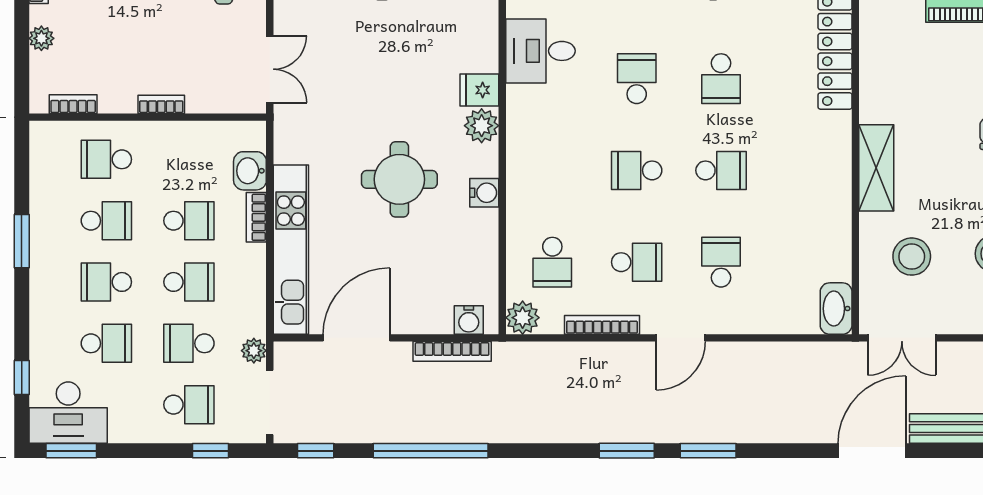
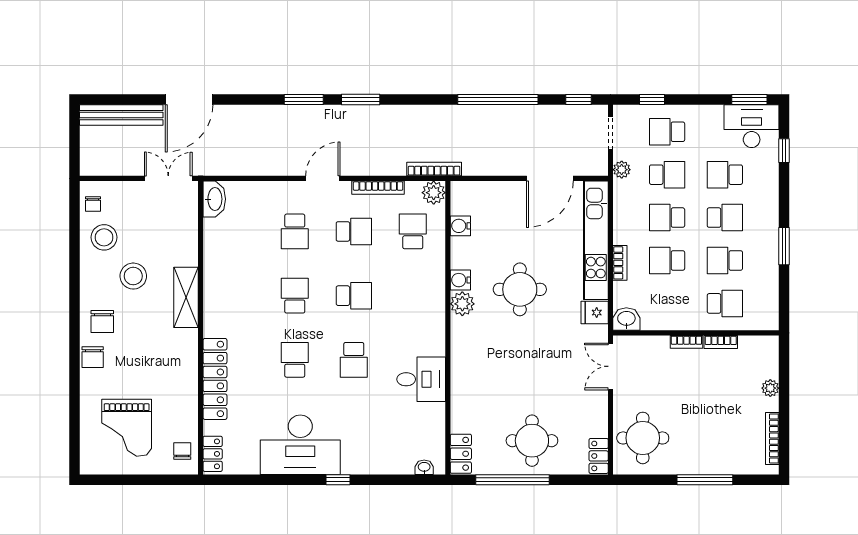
fridge: (479, 90) -> (595, 313), moved, turned 180
bookcase: (73, 104) -> (721, 342), moved
plant: (482, 126) -> (462, 304), moved
school desk: (721, 170) -> (295, 296), turned 90
washbasin: (250, 171) -> (626, 319), moved, turned -90
stool: (912, 257) -> (133, 276), moved
school desk: (637, 262) -> (354, 231), turned 180
water cooler: (469, 320) -> (460, 226), moved, turned -90
bookcase: (452, 351) -> (434, 169), moved
doorway: (270, 403) -> (611, 133), width x0.73

